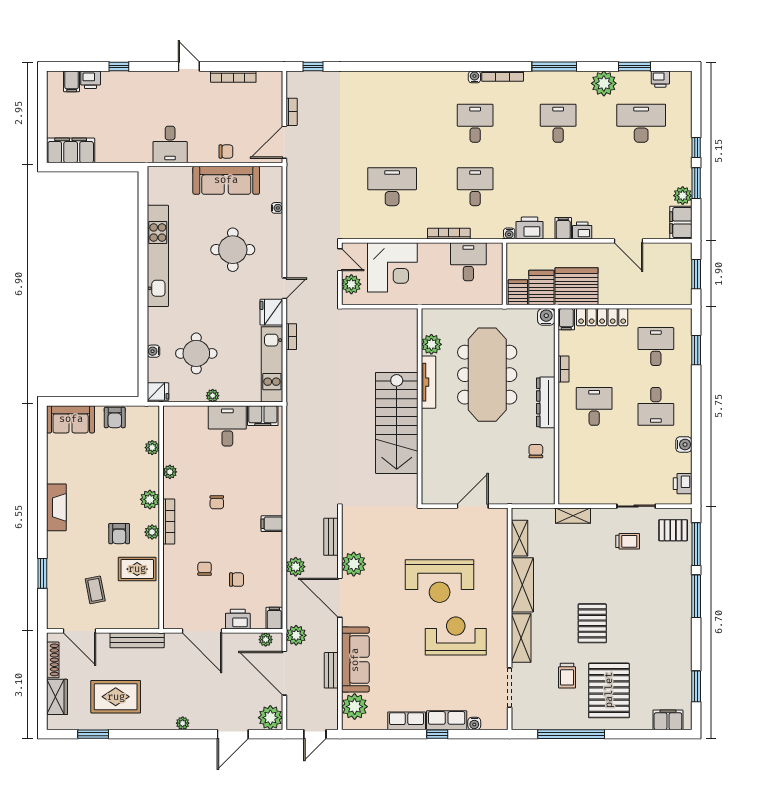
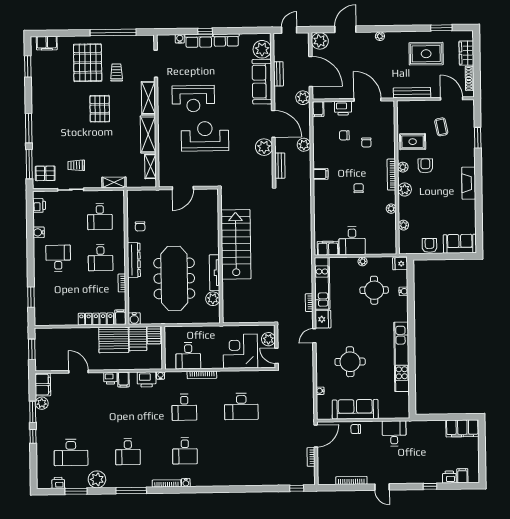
desk: (656, 347) -> (100, 217), moved
plant: (266, 640) -> (324, 94), removed

